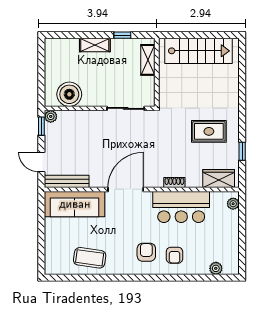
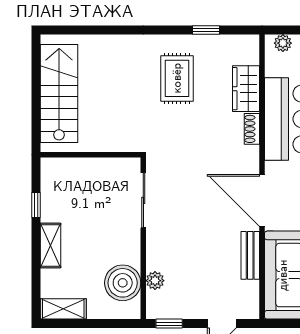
shelving: (148, 60) -> (63, 309), moved
plant: (51, 116) -> (155, 281), moved
wardrobe: (219, 179) -> (246, 89), moved
bench: (67, 181) -> (250, 255), moved, width x0.73

